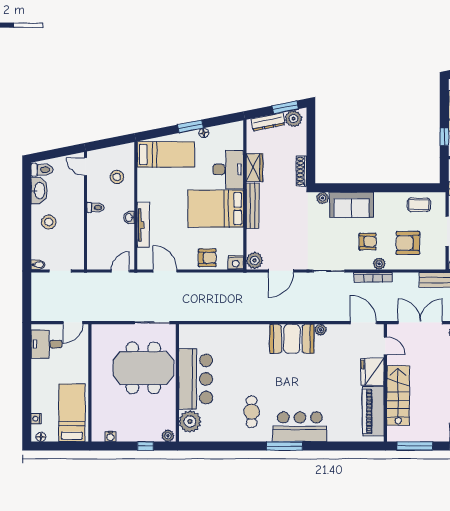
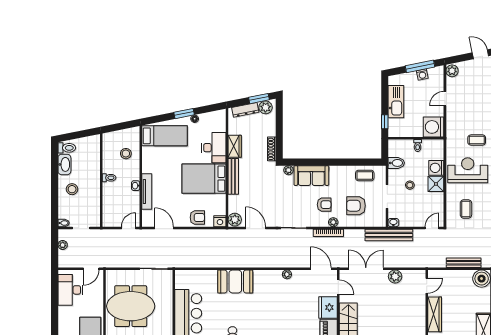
door: (86, 167) -> (101, 145), removed
door: (281, 271) -> (256, 228), swing flipped
plant: (37, 293) -> (63, 245), added
booth: (292, 339) -> (235, 281), moved
desk: (46, 344) -> (70, 290), width x1.37
meeting table: (143, 368) -> (131, 306), moved

